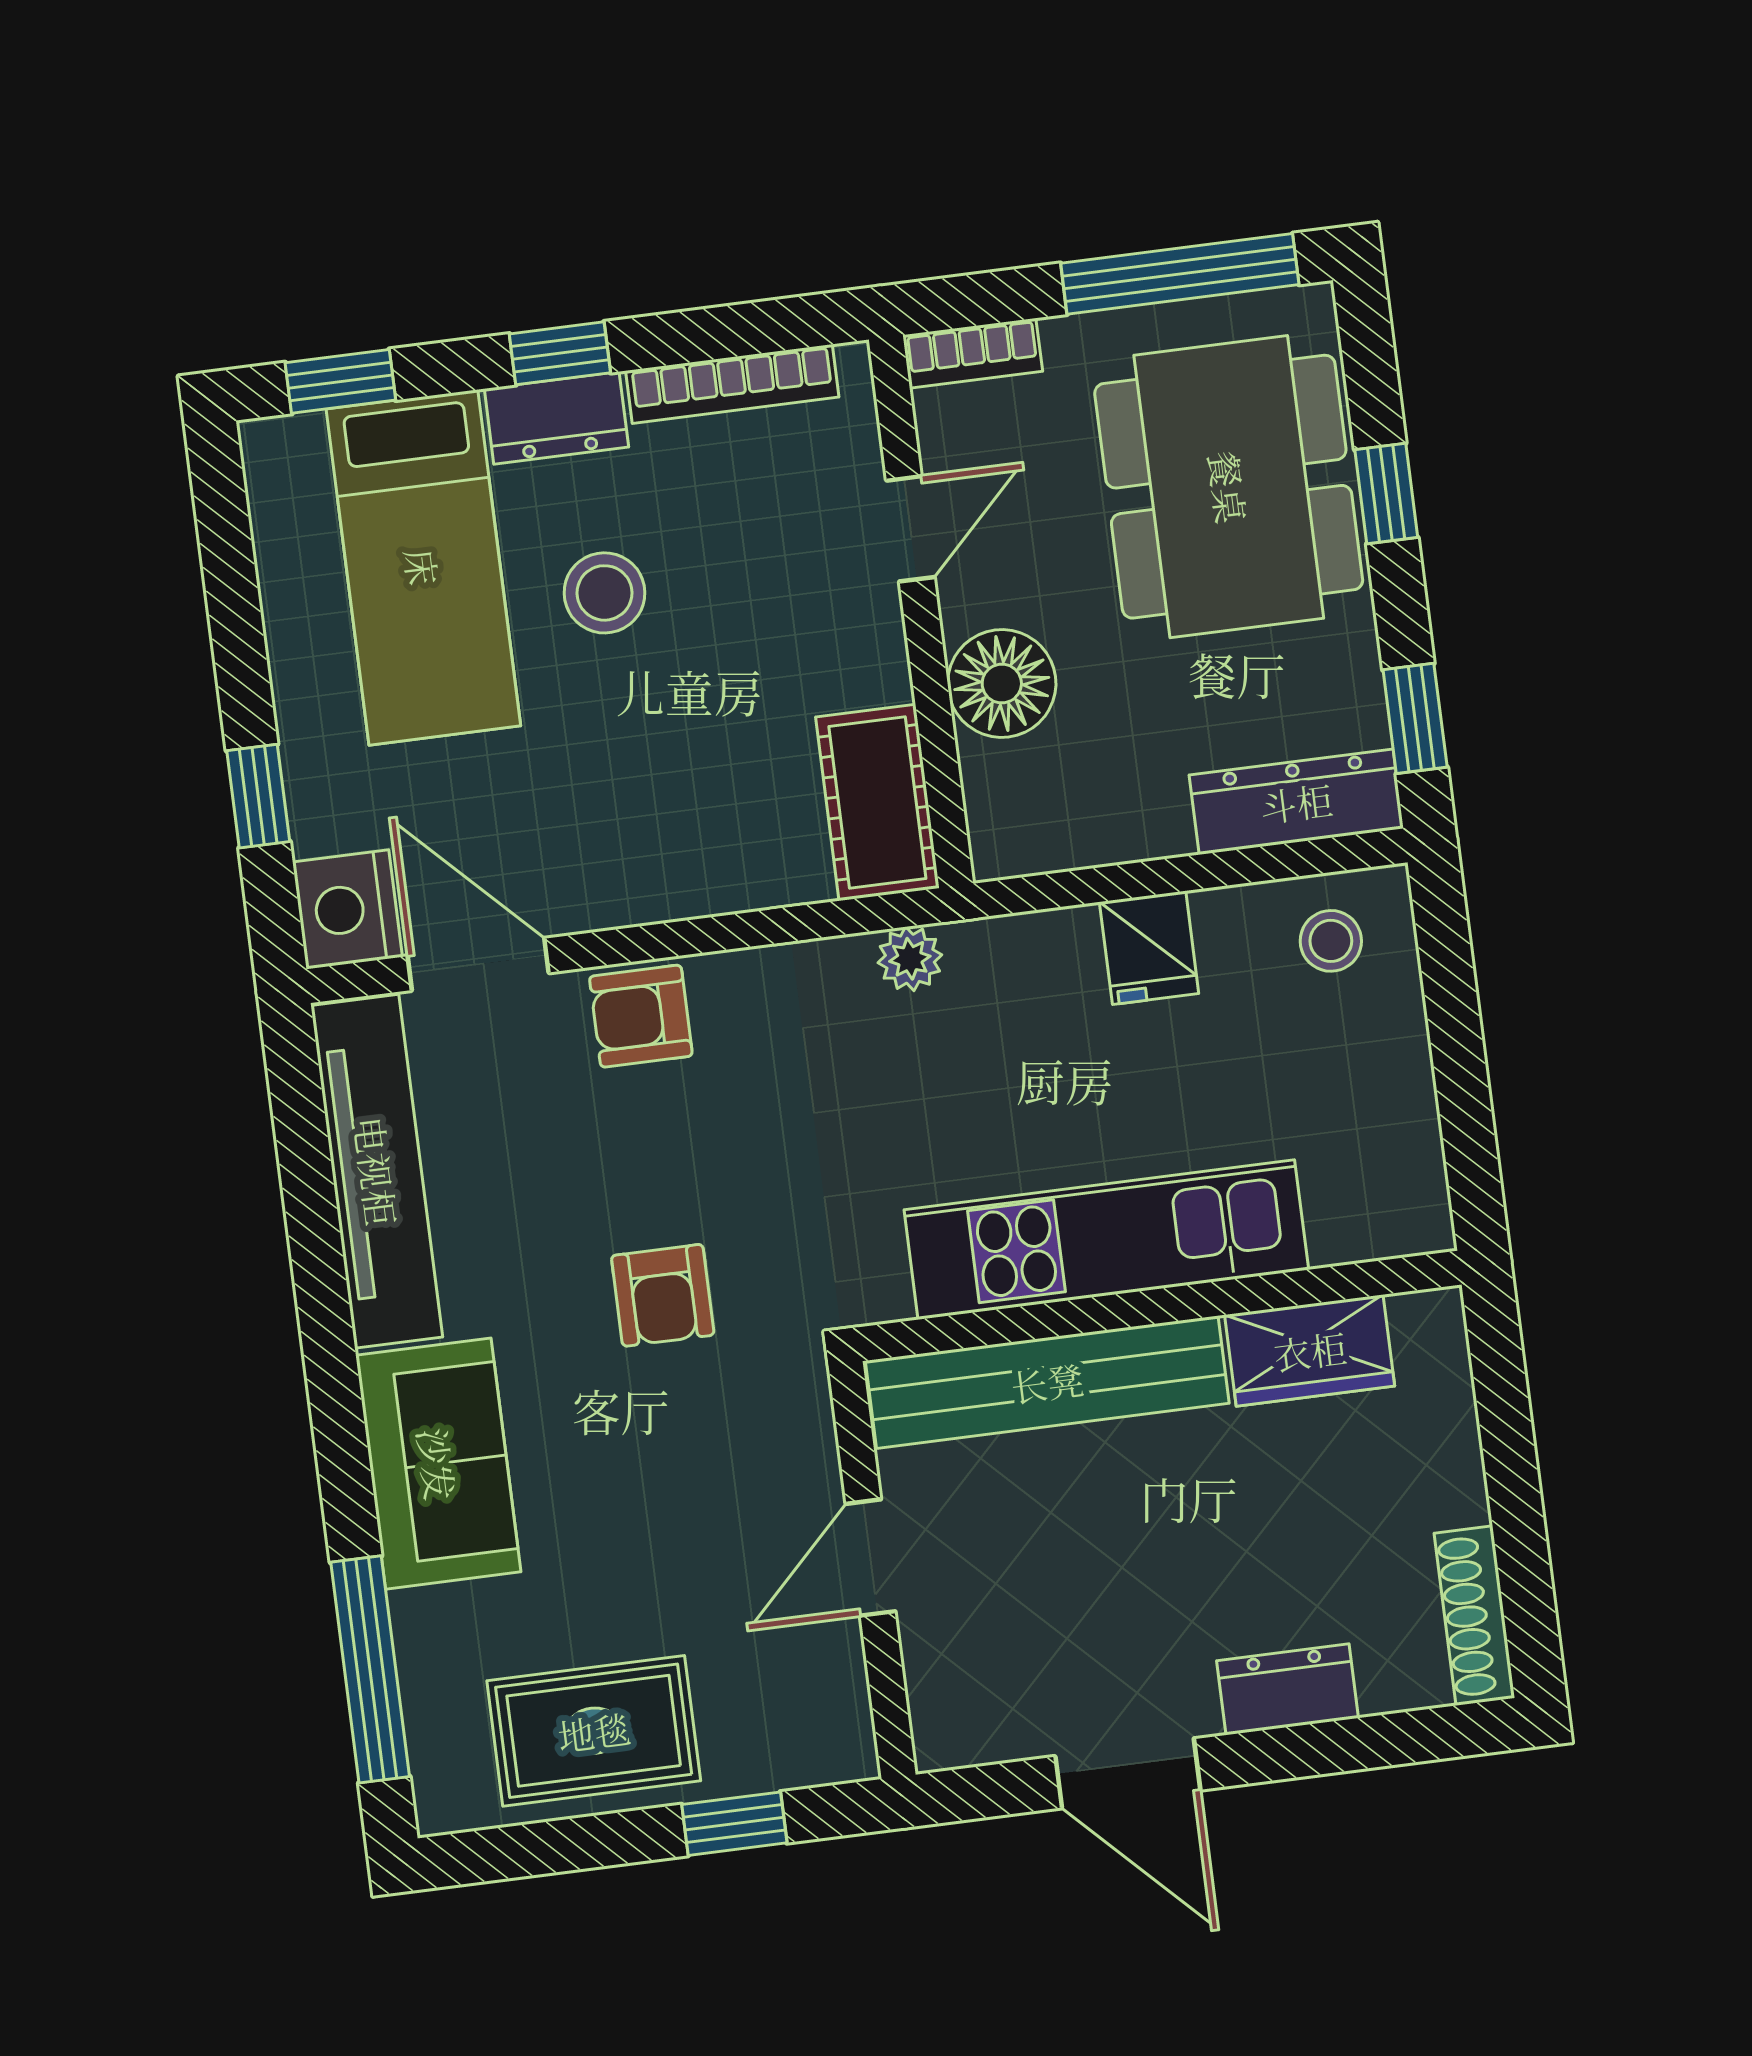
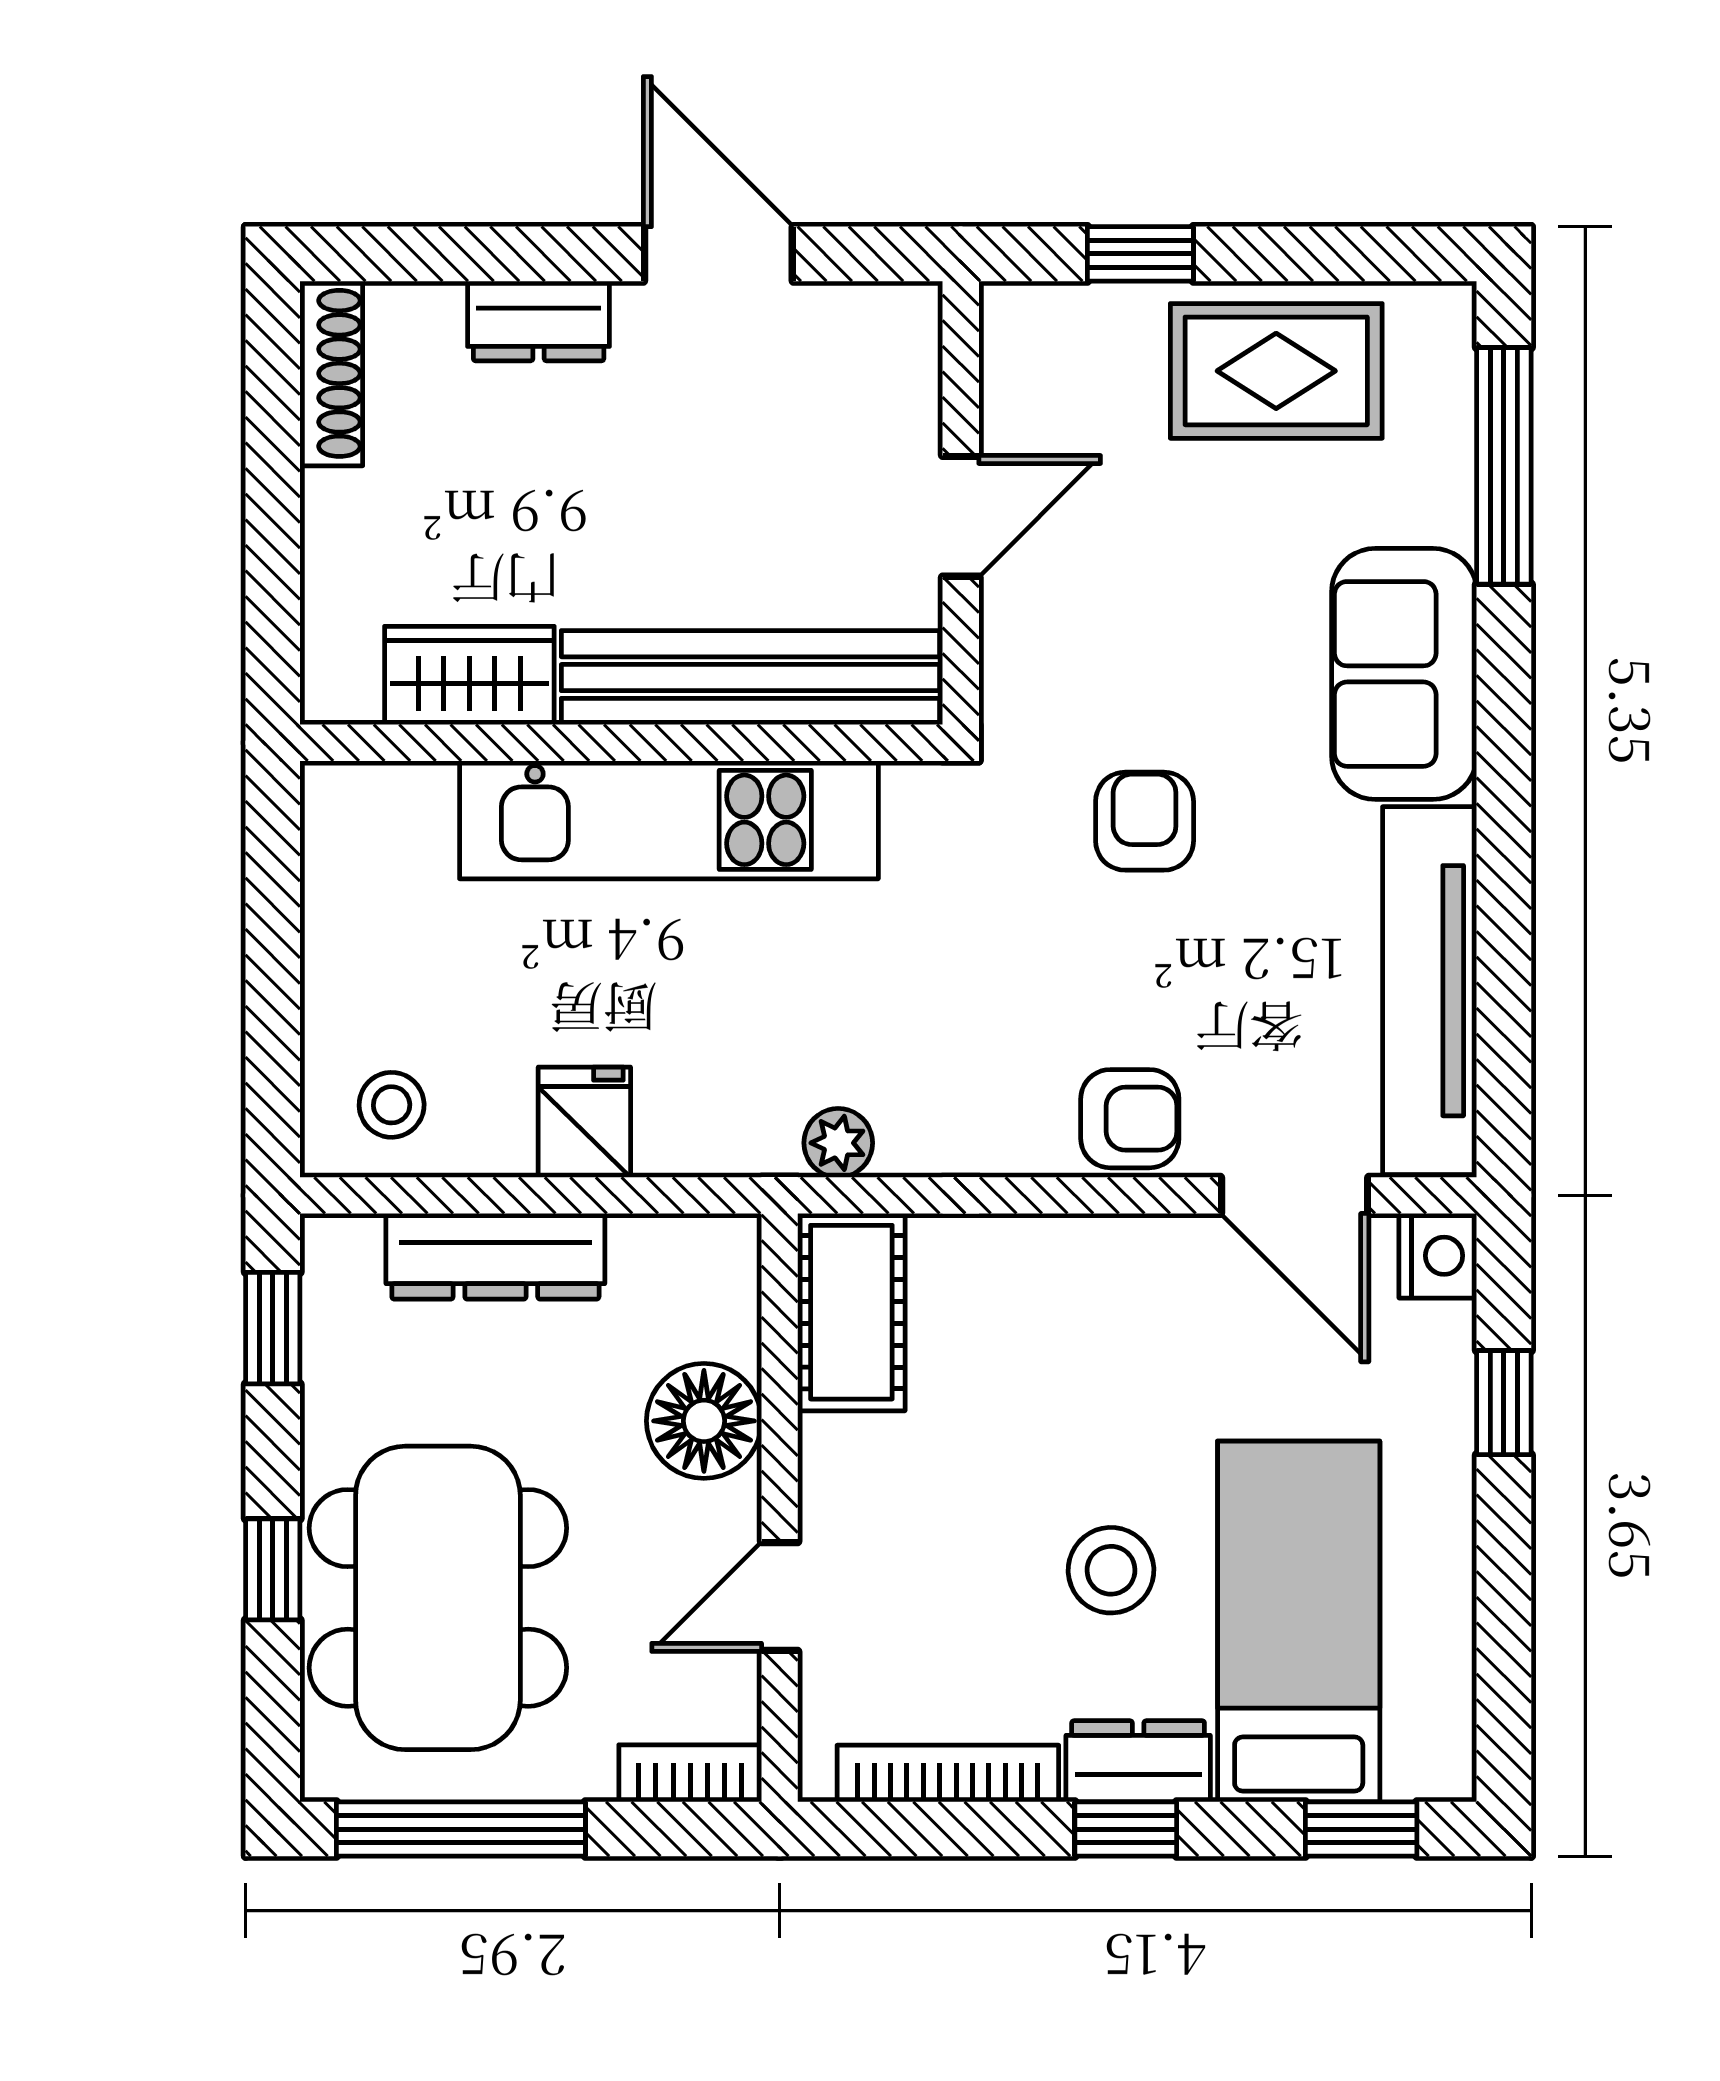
dresser: (1296, 802) -> (495, 1256), moved
nightstand: (347, 909) -> (1438, 1256), width x0.74, depth x0.75

